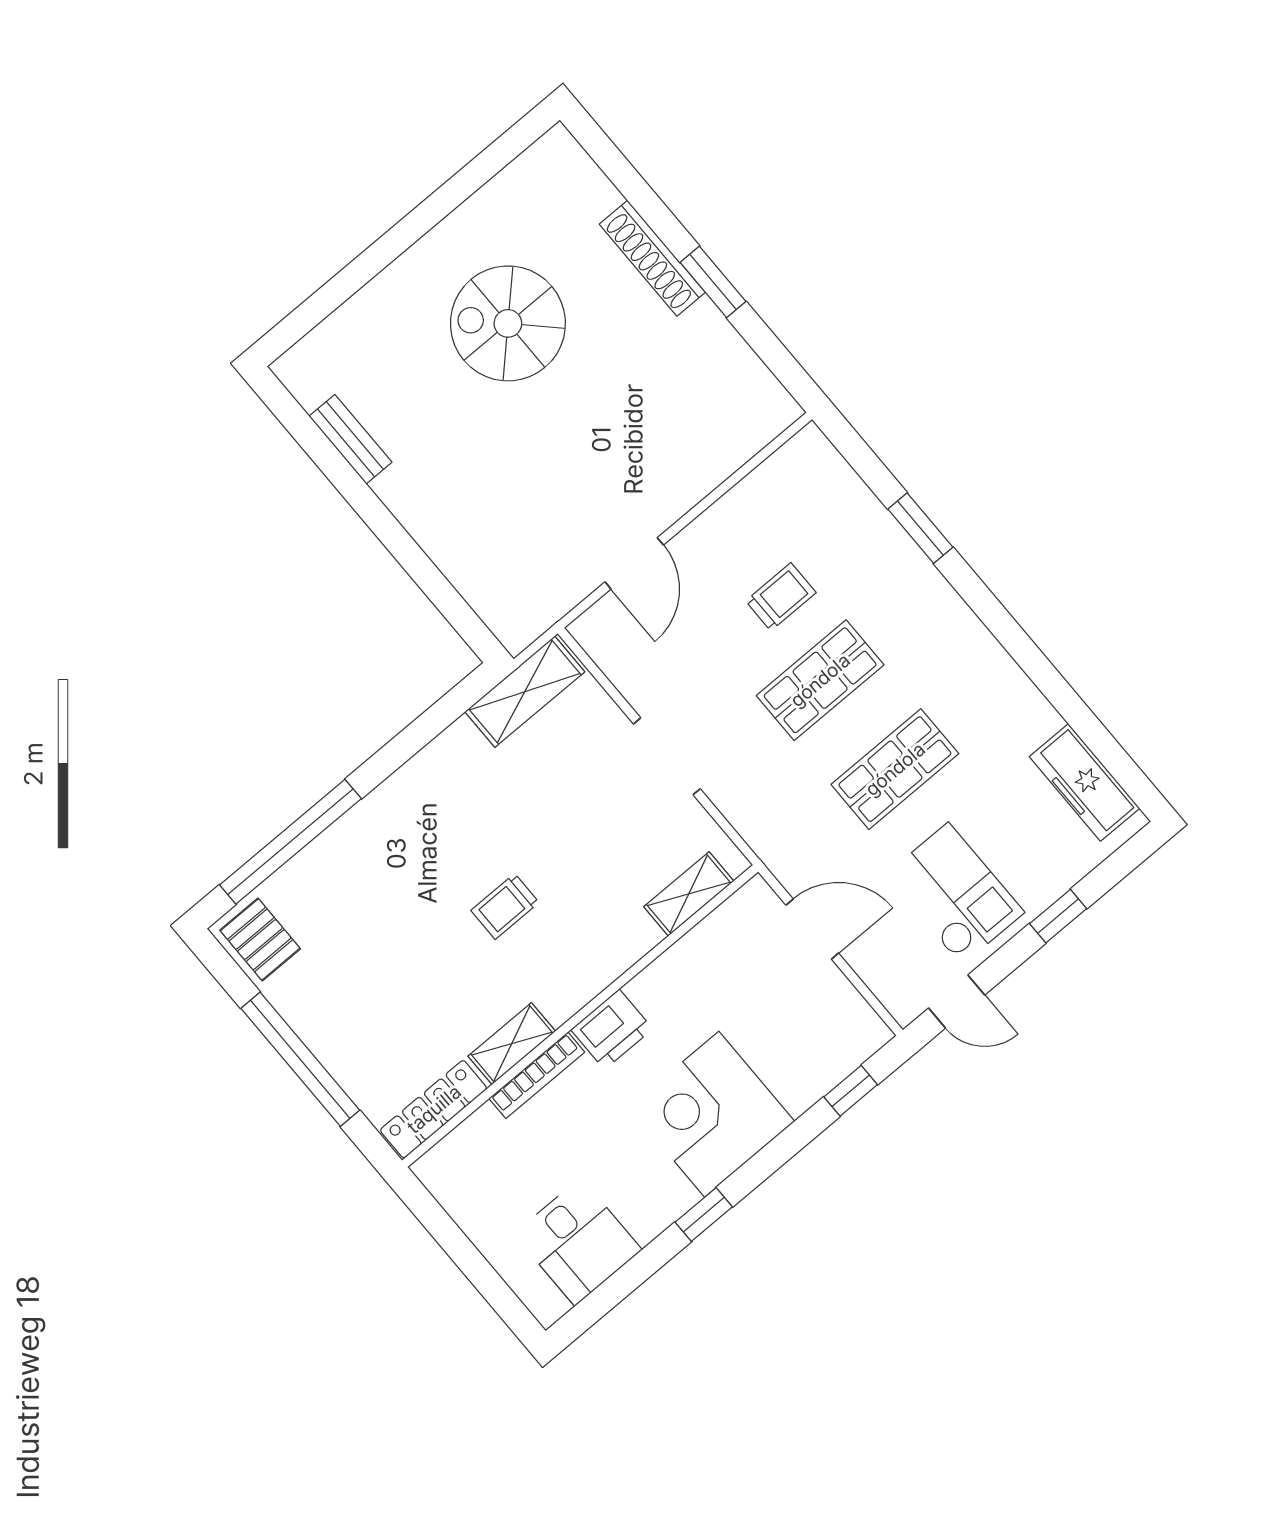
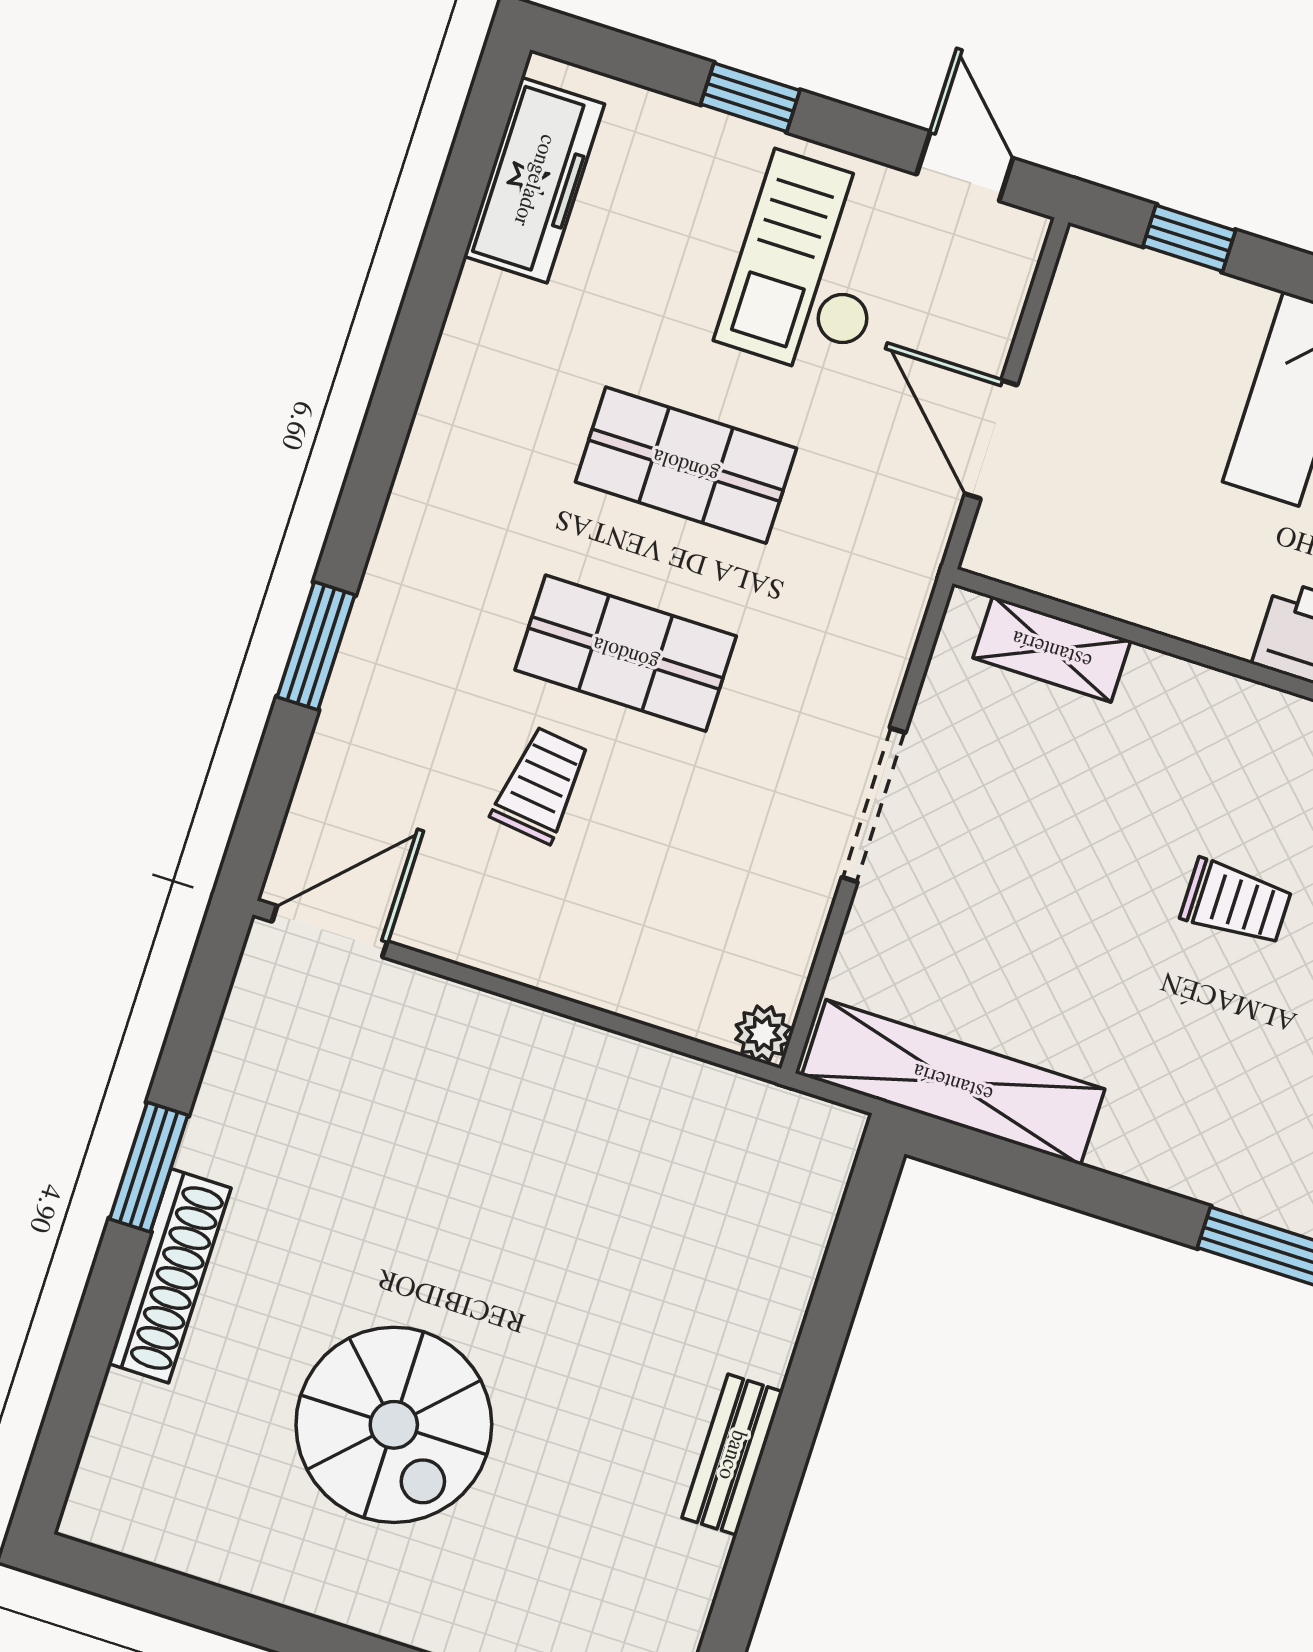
bench: (350, 439) -> (732, 1455), moved
door: (634, 563) -> (330, 931), moved
trolley: (781, 597) -> (541, 785), turned 97
plant: (588, 630) -> (763, 1034), added
shelving: (525, 692) -> (953, 1082), width x1.47

